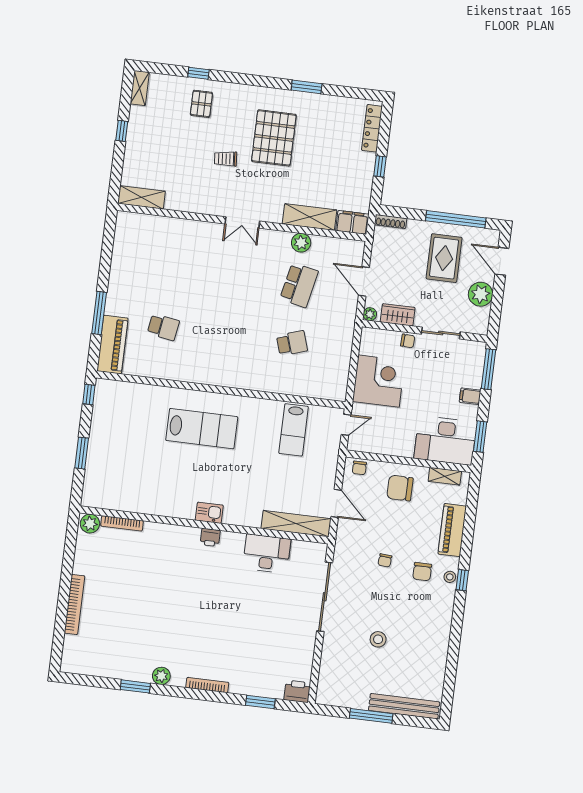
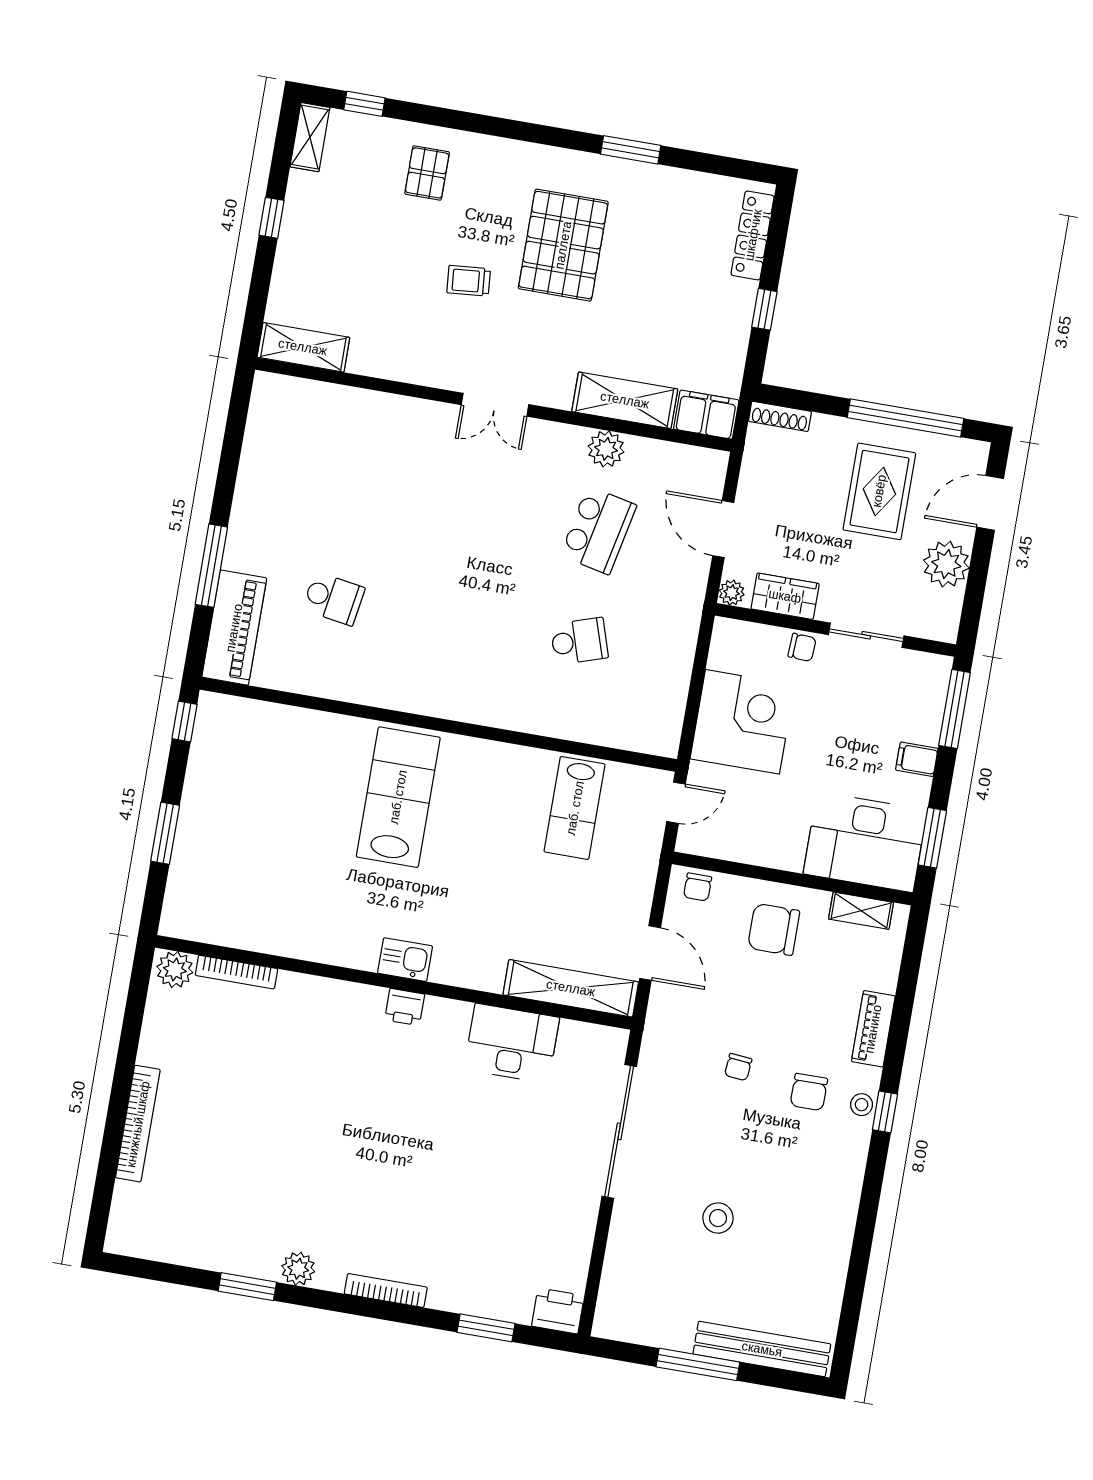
window: (198, 73) -> (364, 104), moved
door: (502, 261) -> (990, 503), hinge flipped
lab bench: (202, 429) -> (398, 797), turned -90
piano: (452, 530) -> (873, 1029), width x0.73, depth x0.75

